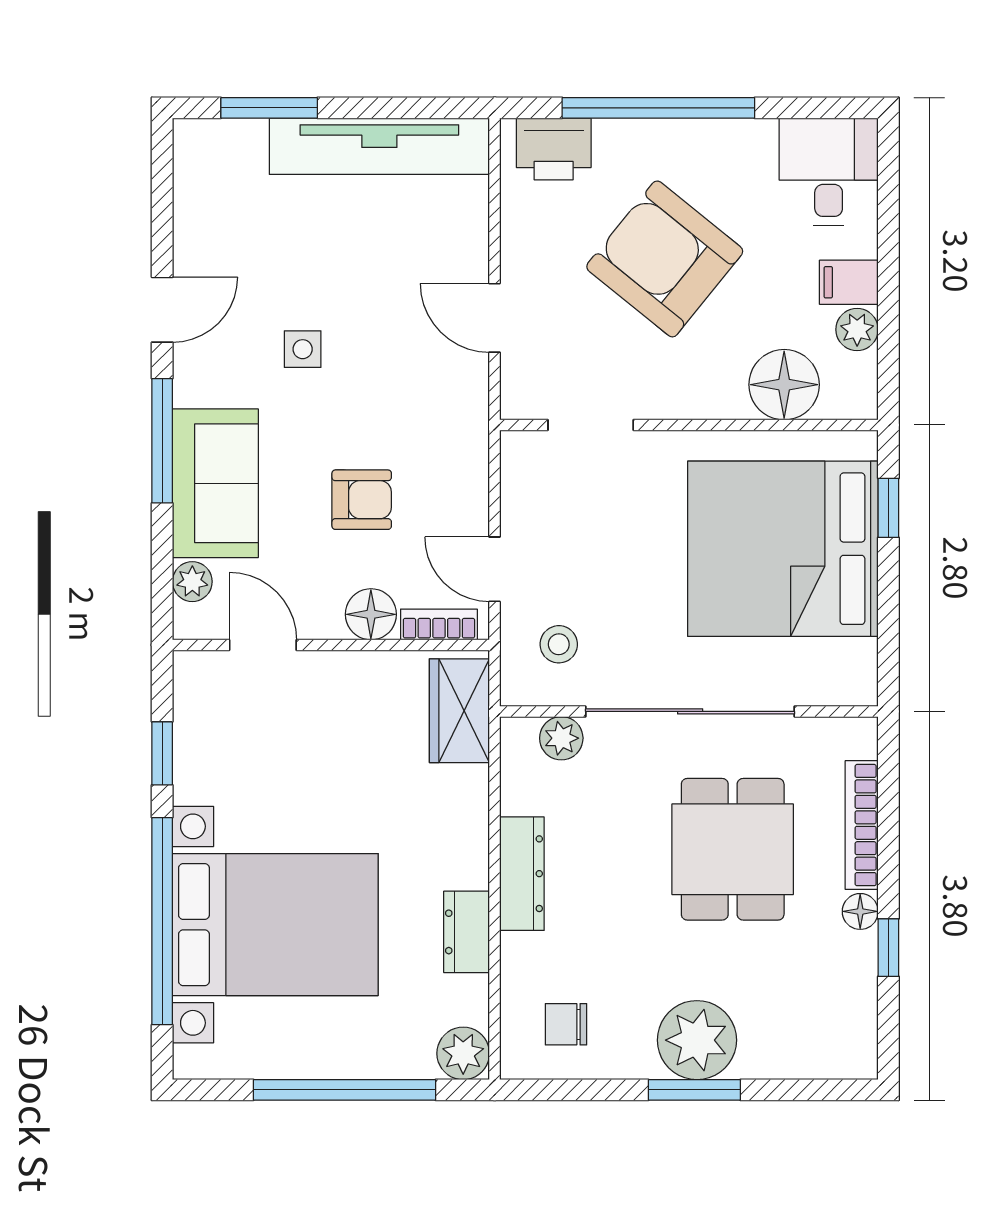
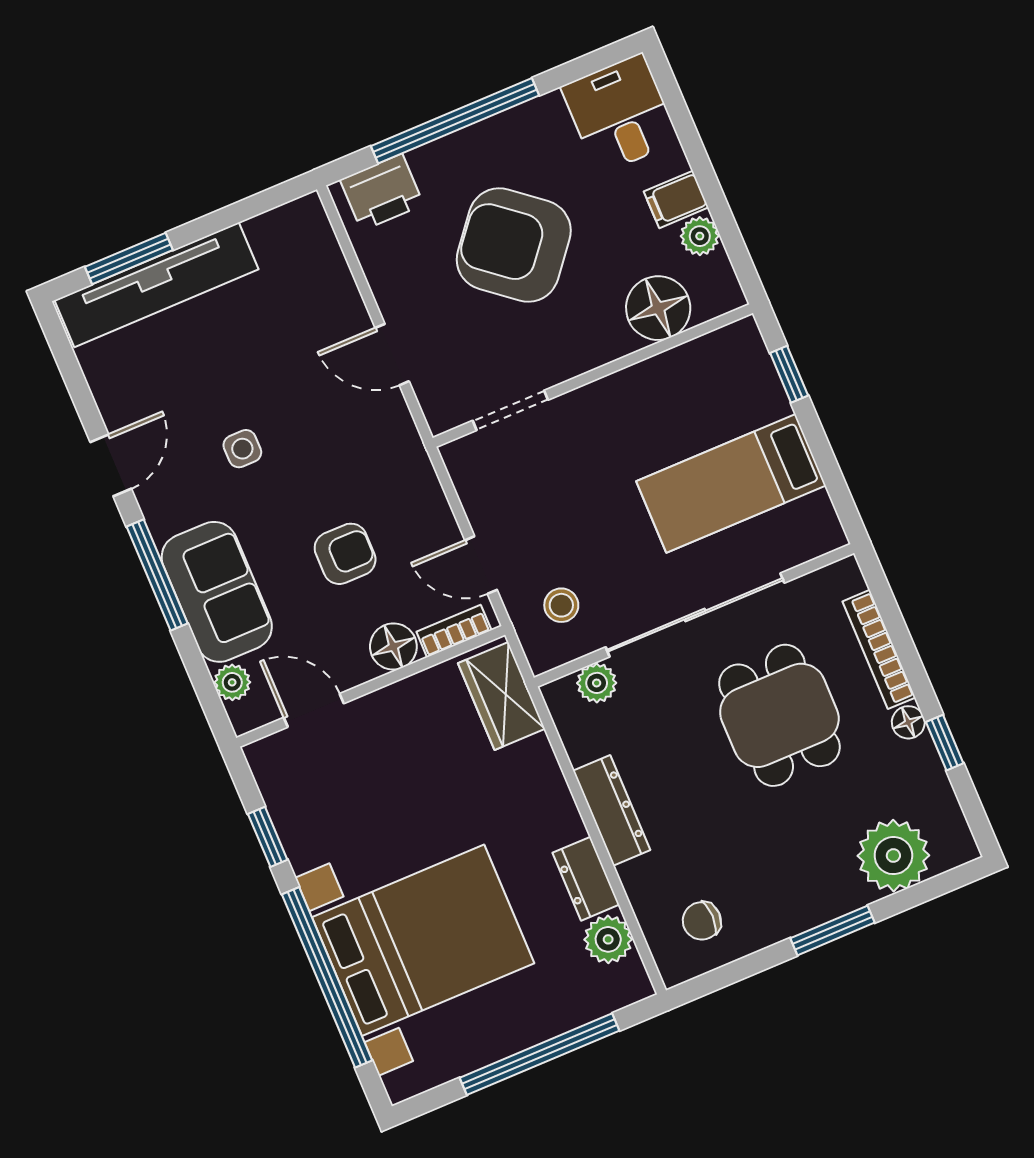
tv unit: (379, 146) -> (156, 285), moved
bed: (783, 549) -> (731, 483), width x0.49
plant: (697, 1040) -> (893, 856), moved
plant: (463, 1053) -> (608, 939), moved

